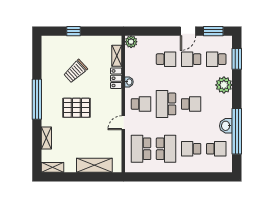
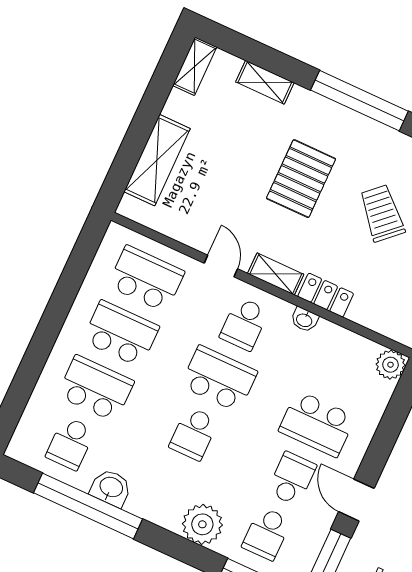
shelving: (117, 56) -> (276, 274), moved
school desk: (166, 59) -> (317, 424), width x1.85
school desk: (216, 59) -> (267, 534), turned 180
school desk: (166, 149) -> (121, 334), turned 180
school desk: (191, 149) -> (96, 388), width x1.85

